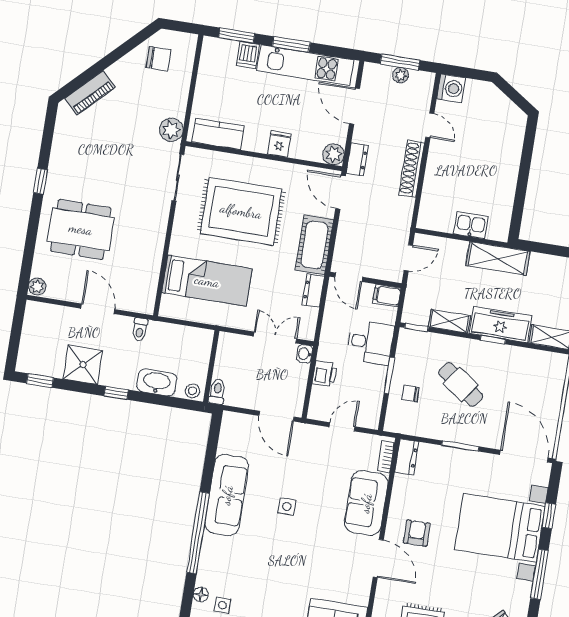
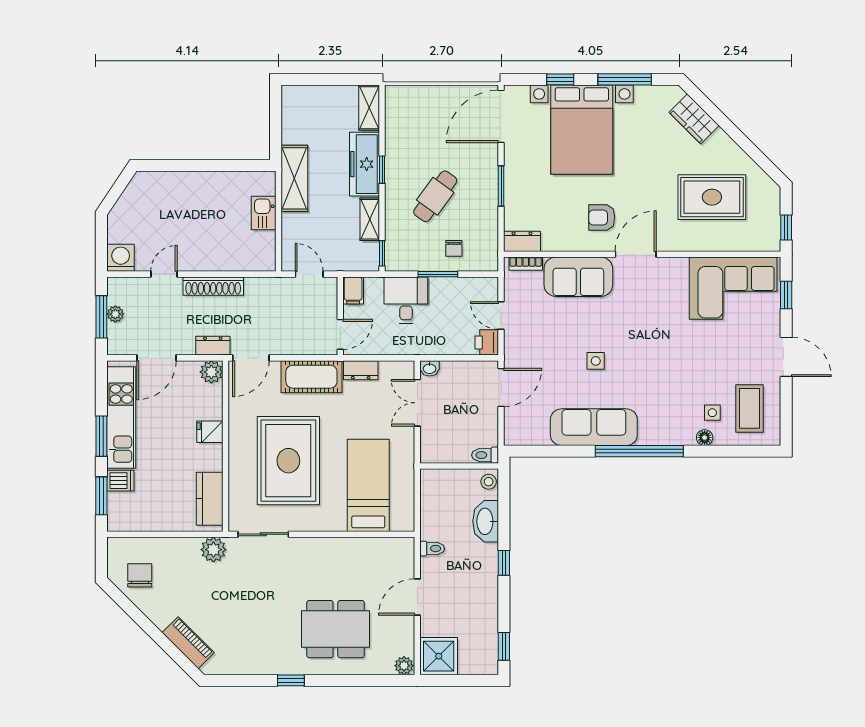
dining table: (81, 229) -> (335, 629), turned 90
shower: (83, 365) -> (439, 656), moved
printer: (325, 374) -> (487, 342), moved, turned -90

